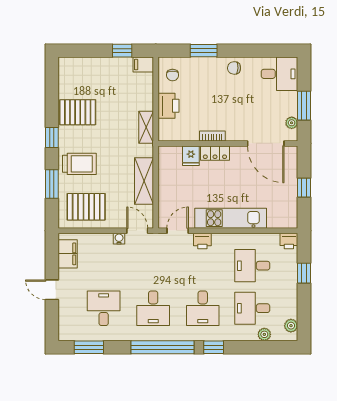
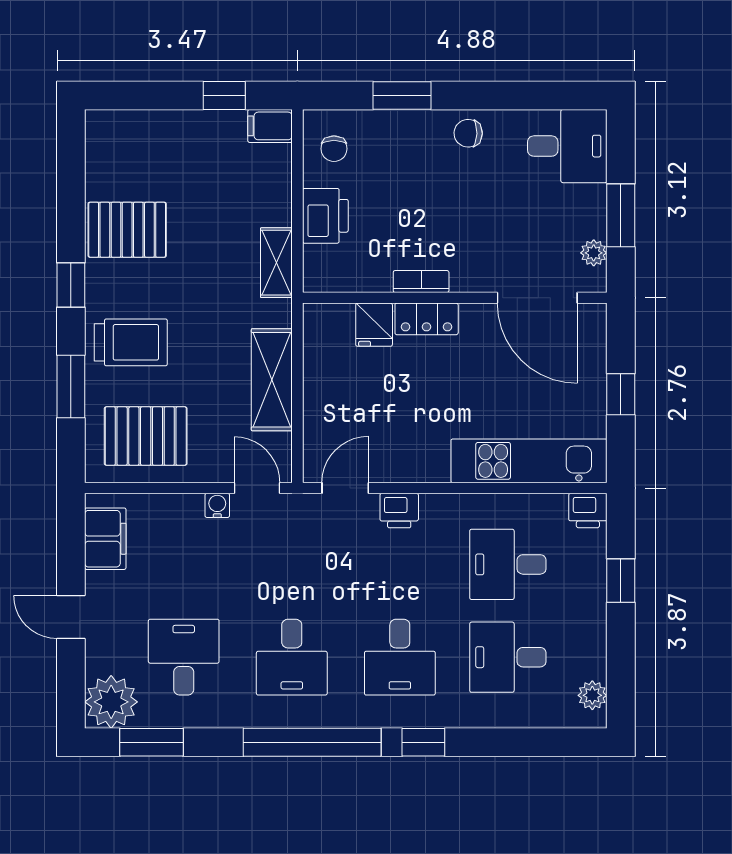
kitchen unit: (231, 218) -> (529, 461), moved
plant: (264, 334) -> (111, 702), moved, width x1.87, depth x1.87

